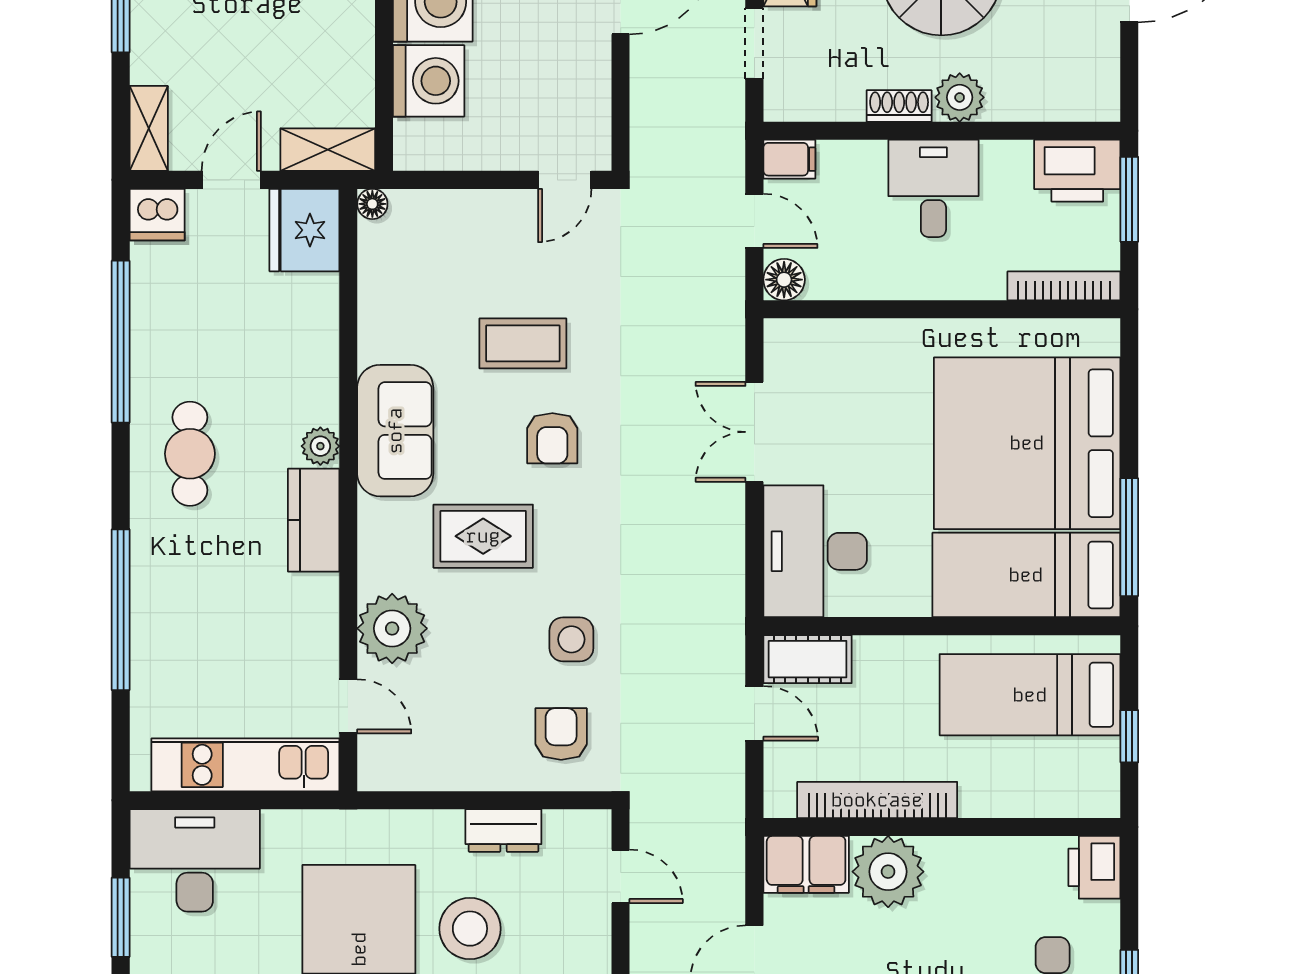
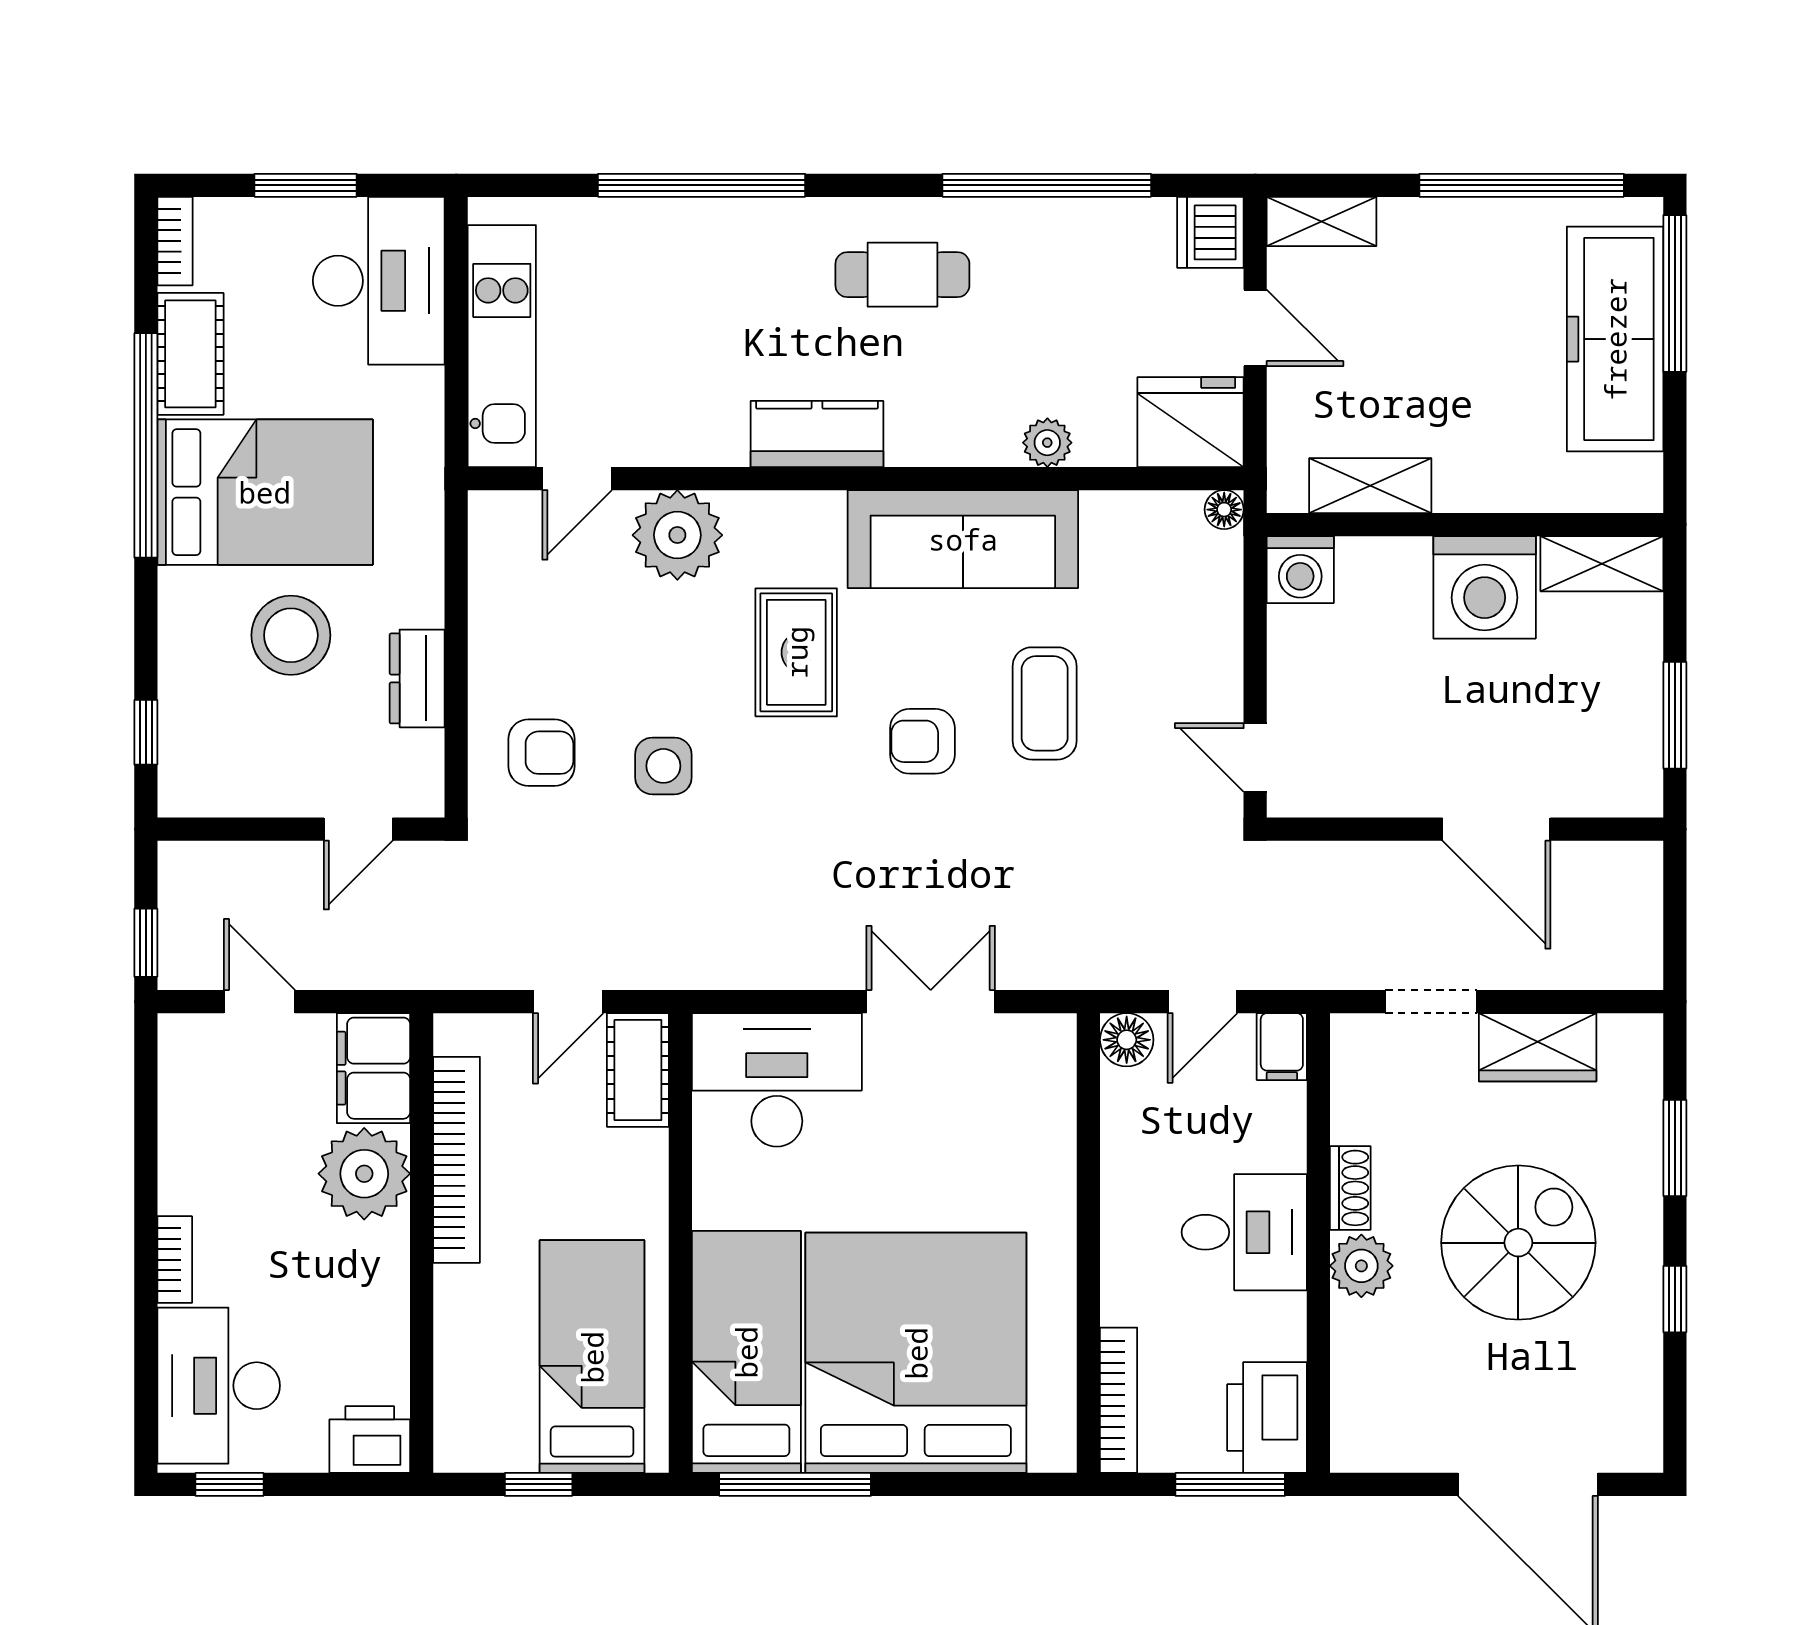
washing machine: (429, 81) -> (1300, 570), moved, width x0.73, depth x0.73
shelving: (328, 150) -> (1370, 486), moved, turned 90
sofa: (395, 431) -> (963, 539), width x1.36
plant: (320, 446) -> (1047, 443), moved

